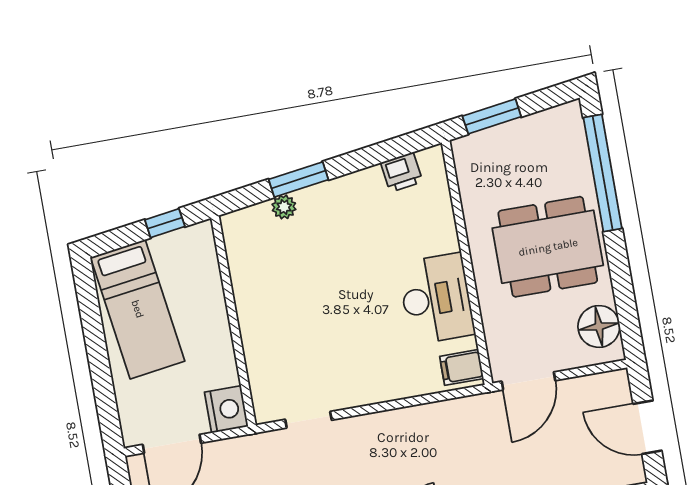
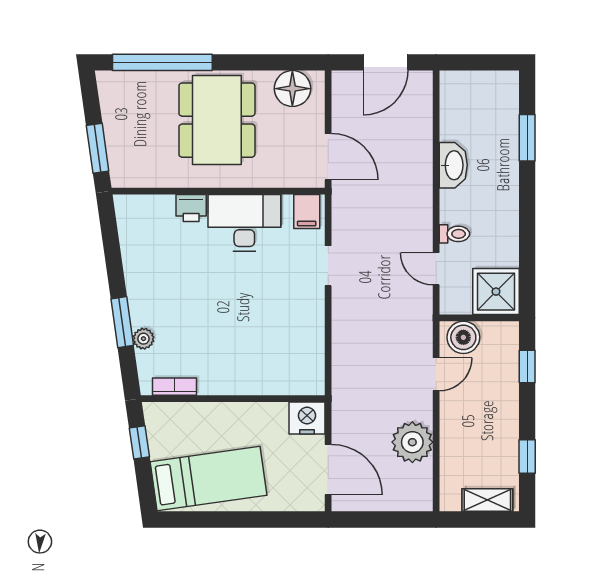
printer: (402, 172) -> (191, 208), moved, turned 98
bookcase: (235, 252) -> (174, 387), added
doorway: (308, 420) -> (328, 266), moved

